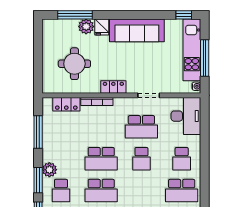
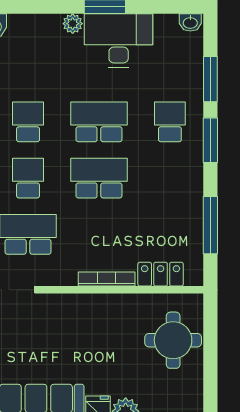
round table: (74, 64) -> (173, 340), moved
locker: (113, 87) -> (78, 305), removed
plant: (49, 170) -> (190, 159), removed
school desk: (141, 191) -> (28, 122), added

